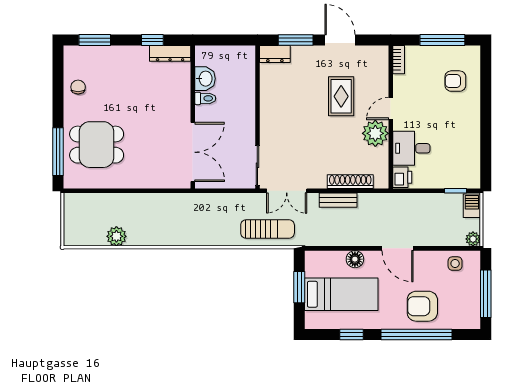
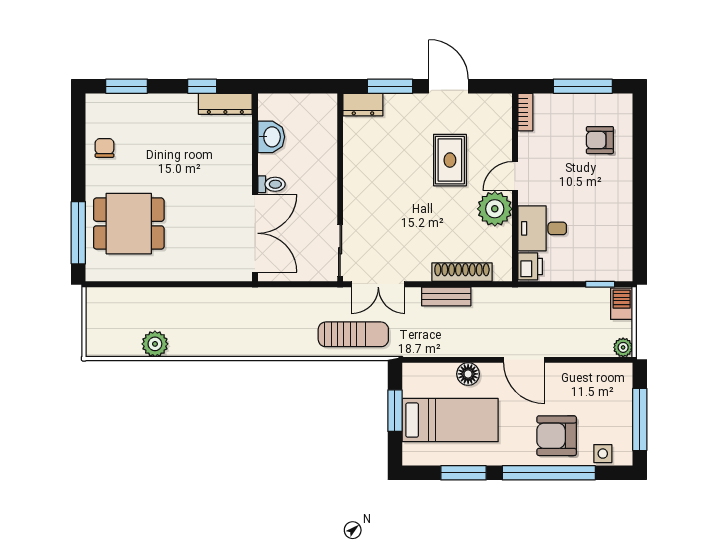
toilet: (205, 98) -> (272, 184), moved
side table: (455, 264) -> (603, 454), moved
window: (351, 334) -> (464, 473), width x1.50

